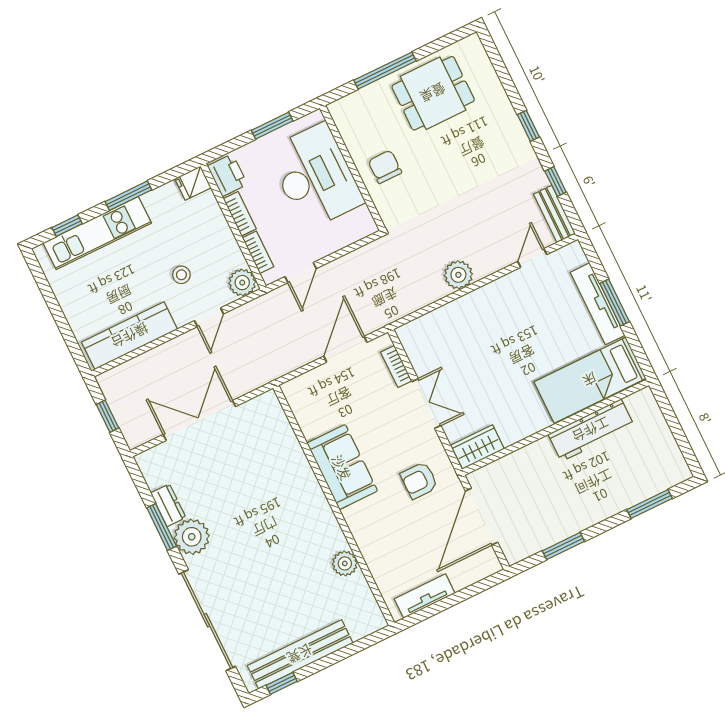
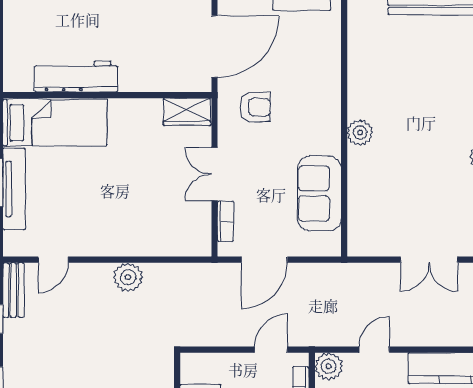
double door: (199, 420) -> (429, 260), width x0.73
sofa: (342, 467) -> (319, 193), moved
plant: (345, 563) -> (360, 133), moved

